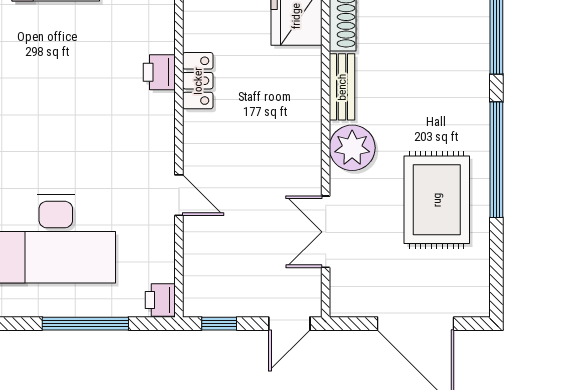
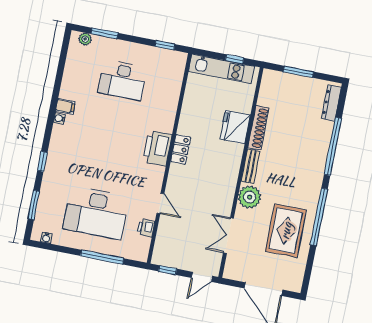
printer: (159, 72) -> (157, 148), width x1.87, depth x1.48
printer: (160, 300) -> (146, 228), moved

